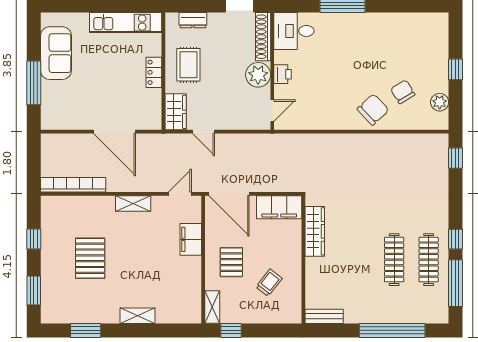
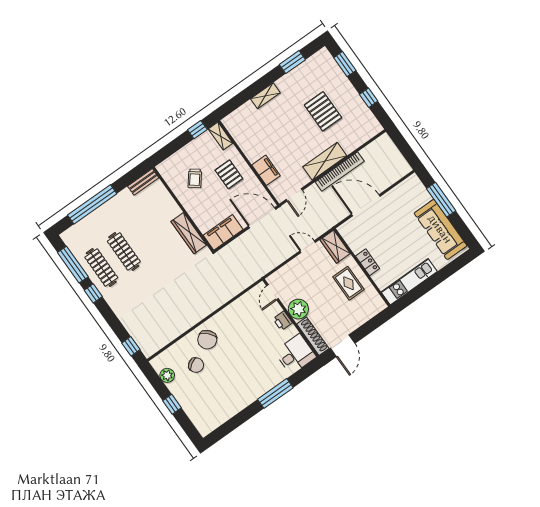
dresser: (193, 20) -> (366, 314), removed
sofa: (56, 53) -> (440, 229), width x1.36
bookcase: (73, 185) -> (340, 172), moved
shelving: (133, 204) -> (325, 161), width x1.50, depth x1.33

